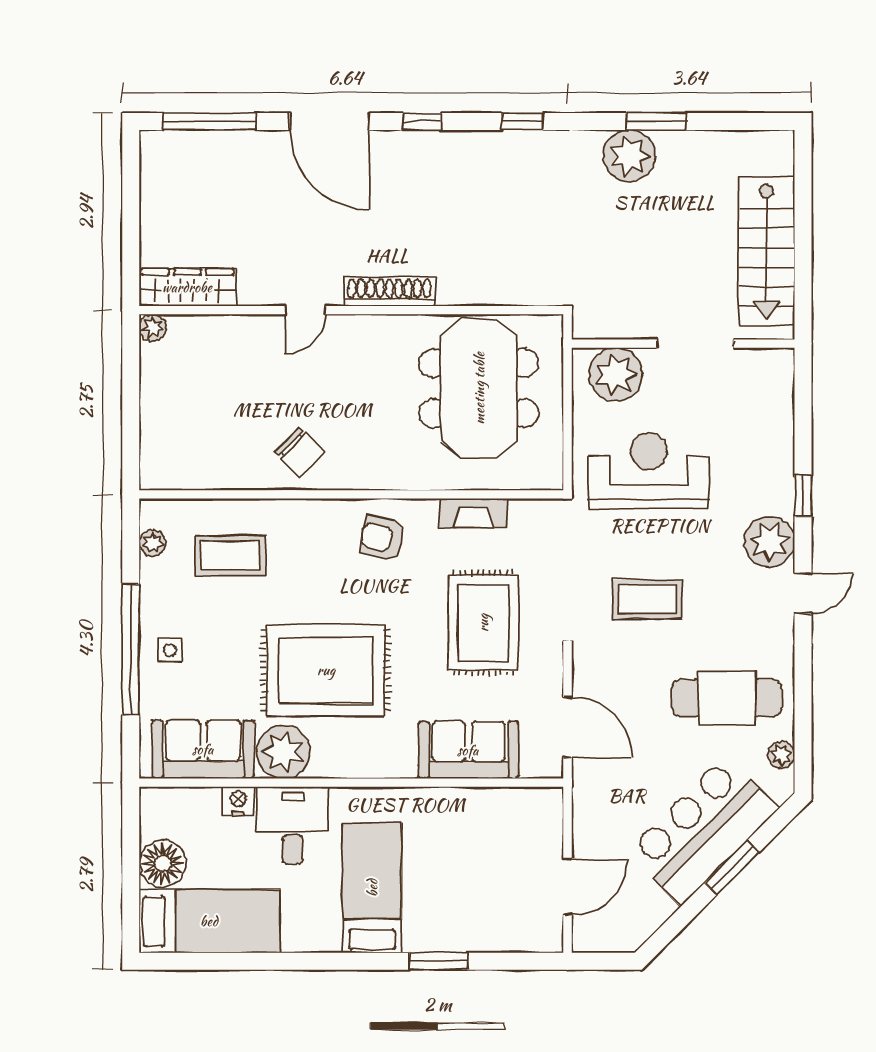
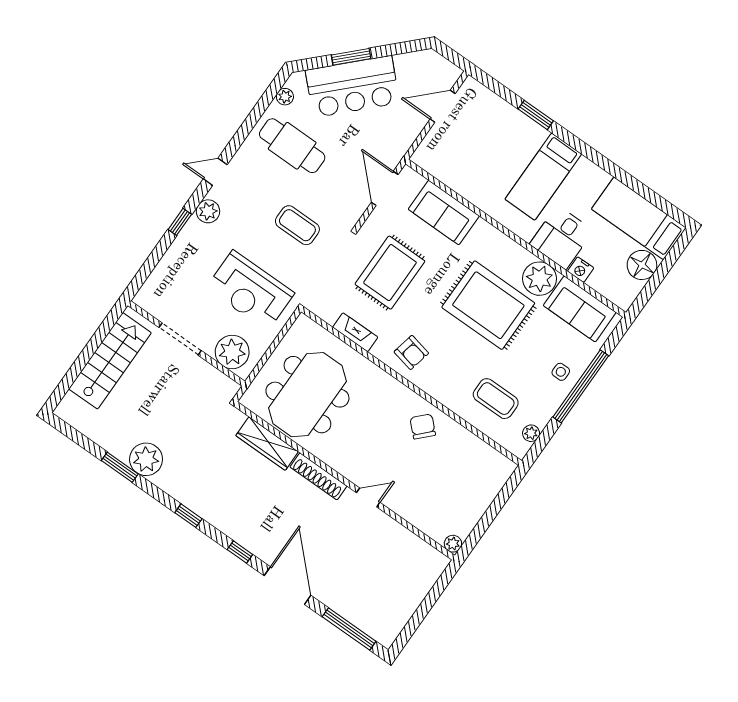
wardrobe: (187, 287) -> (267, 444), moved
plant: (770, 542) -> (208, 211), width x0.73, depth x0.73

